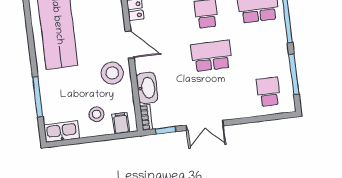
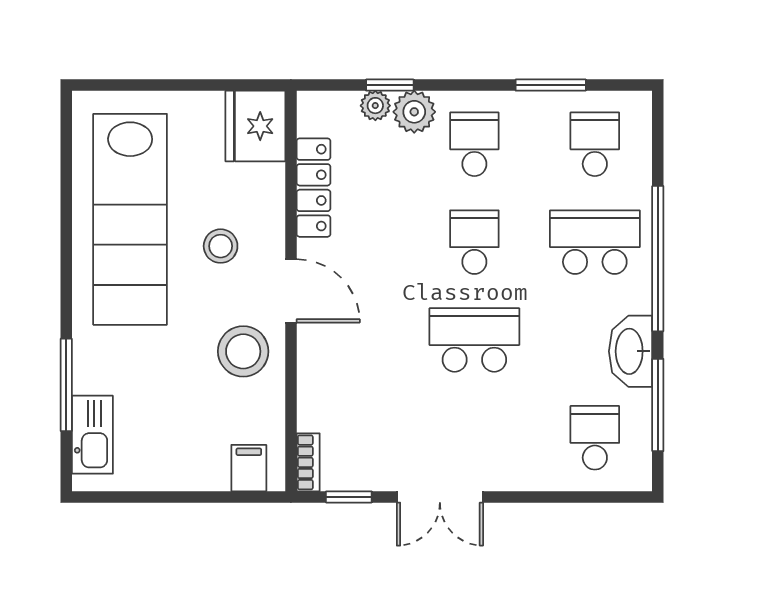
washbasin: (147, 88) -> (630, 351), moved, turned 180
stool: (97, 114) -> (221, 246), moved
kitchen sink: (62, 132) -> (92, 435), moved, turned 90

